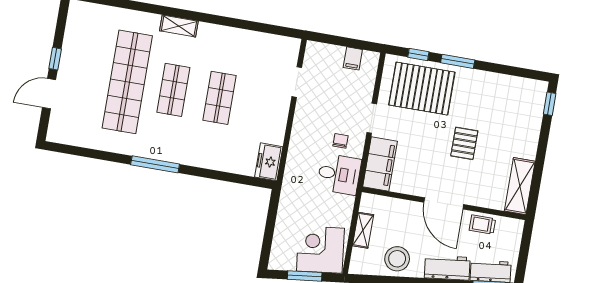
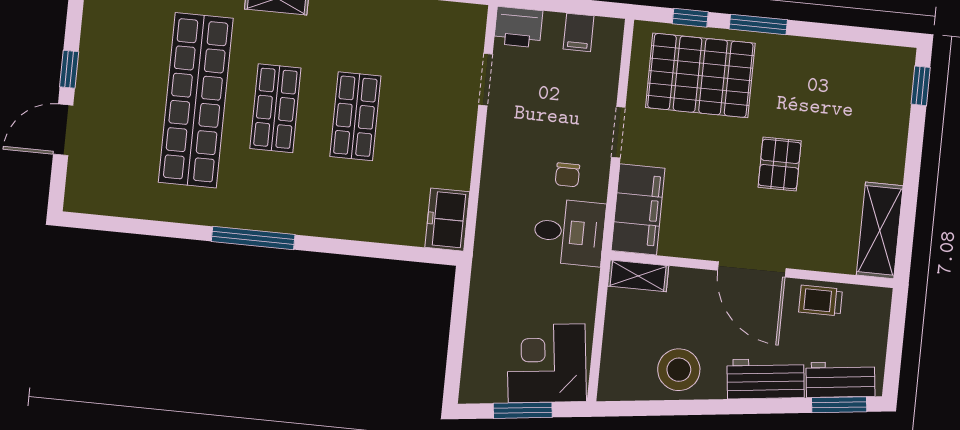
printer: (318, 53) -> (518, 27), added
chair: (340, 141) -> (567, 175), turned 180
shelving: (363, 230) -> (638, 276), moved, turned 90

